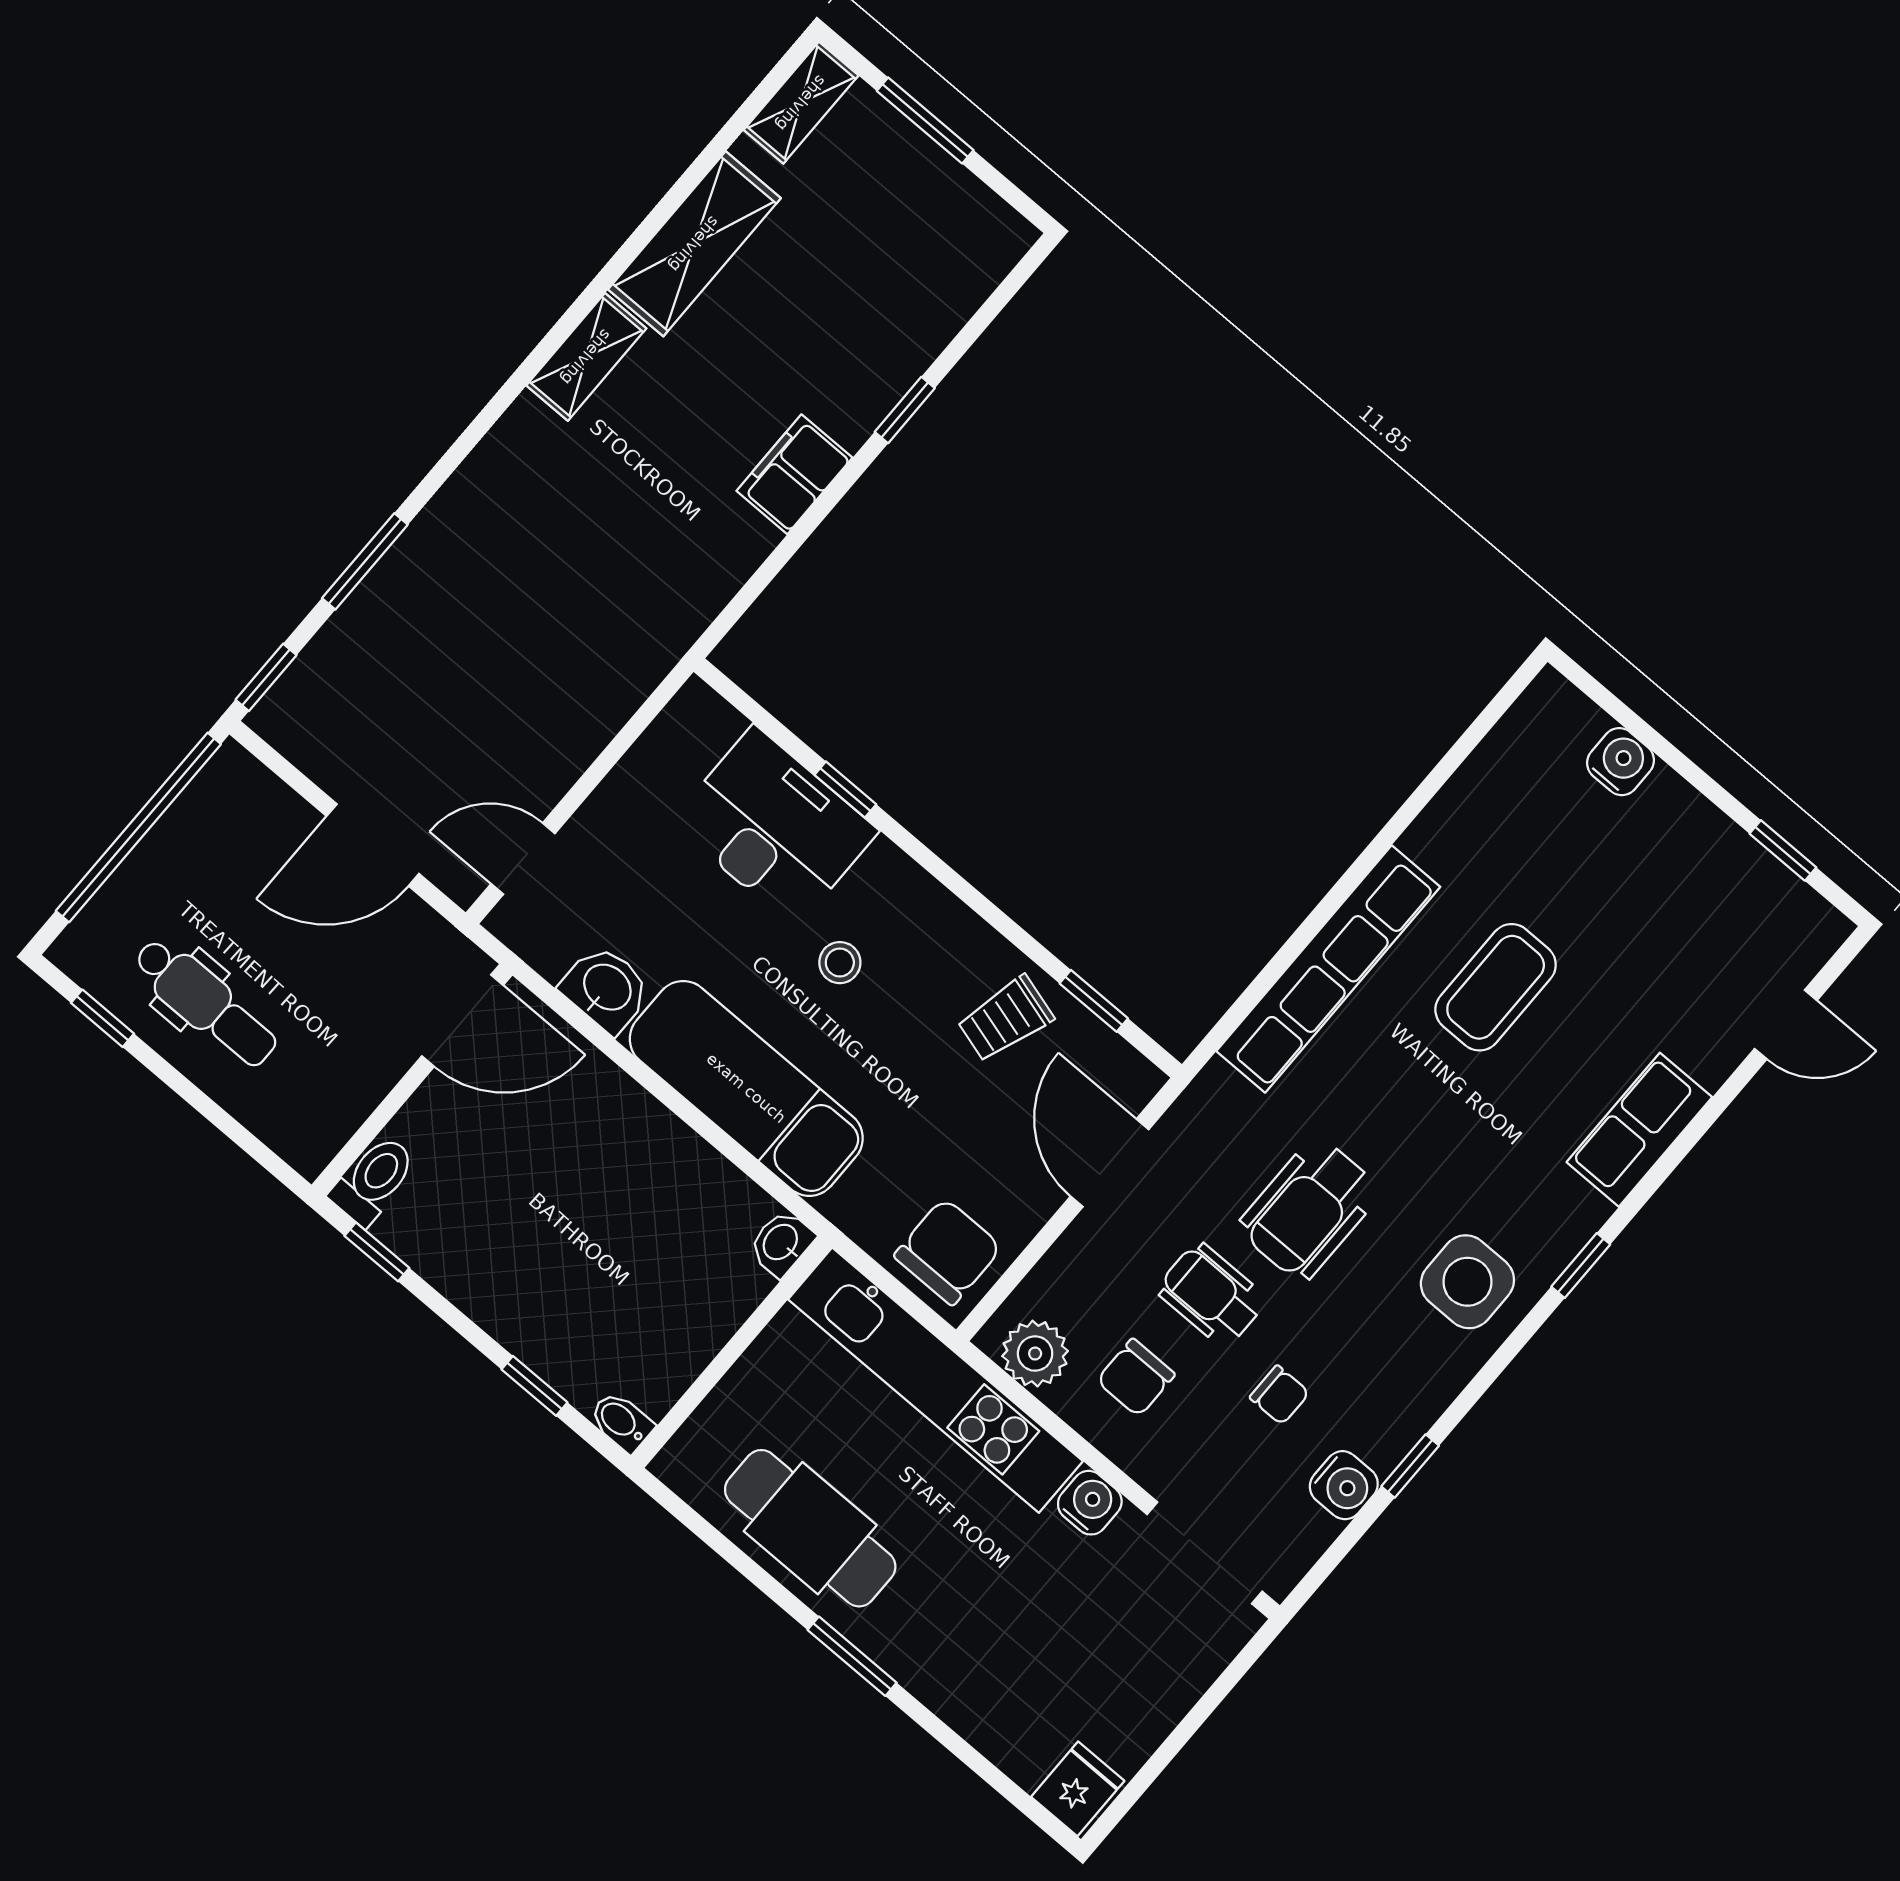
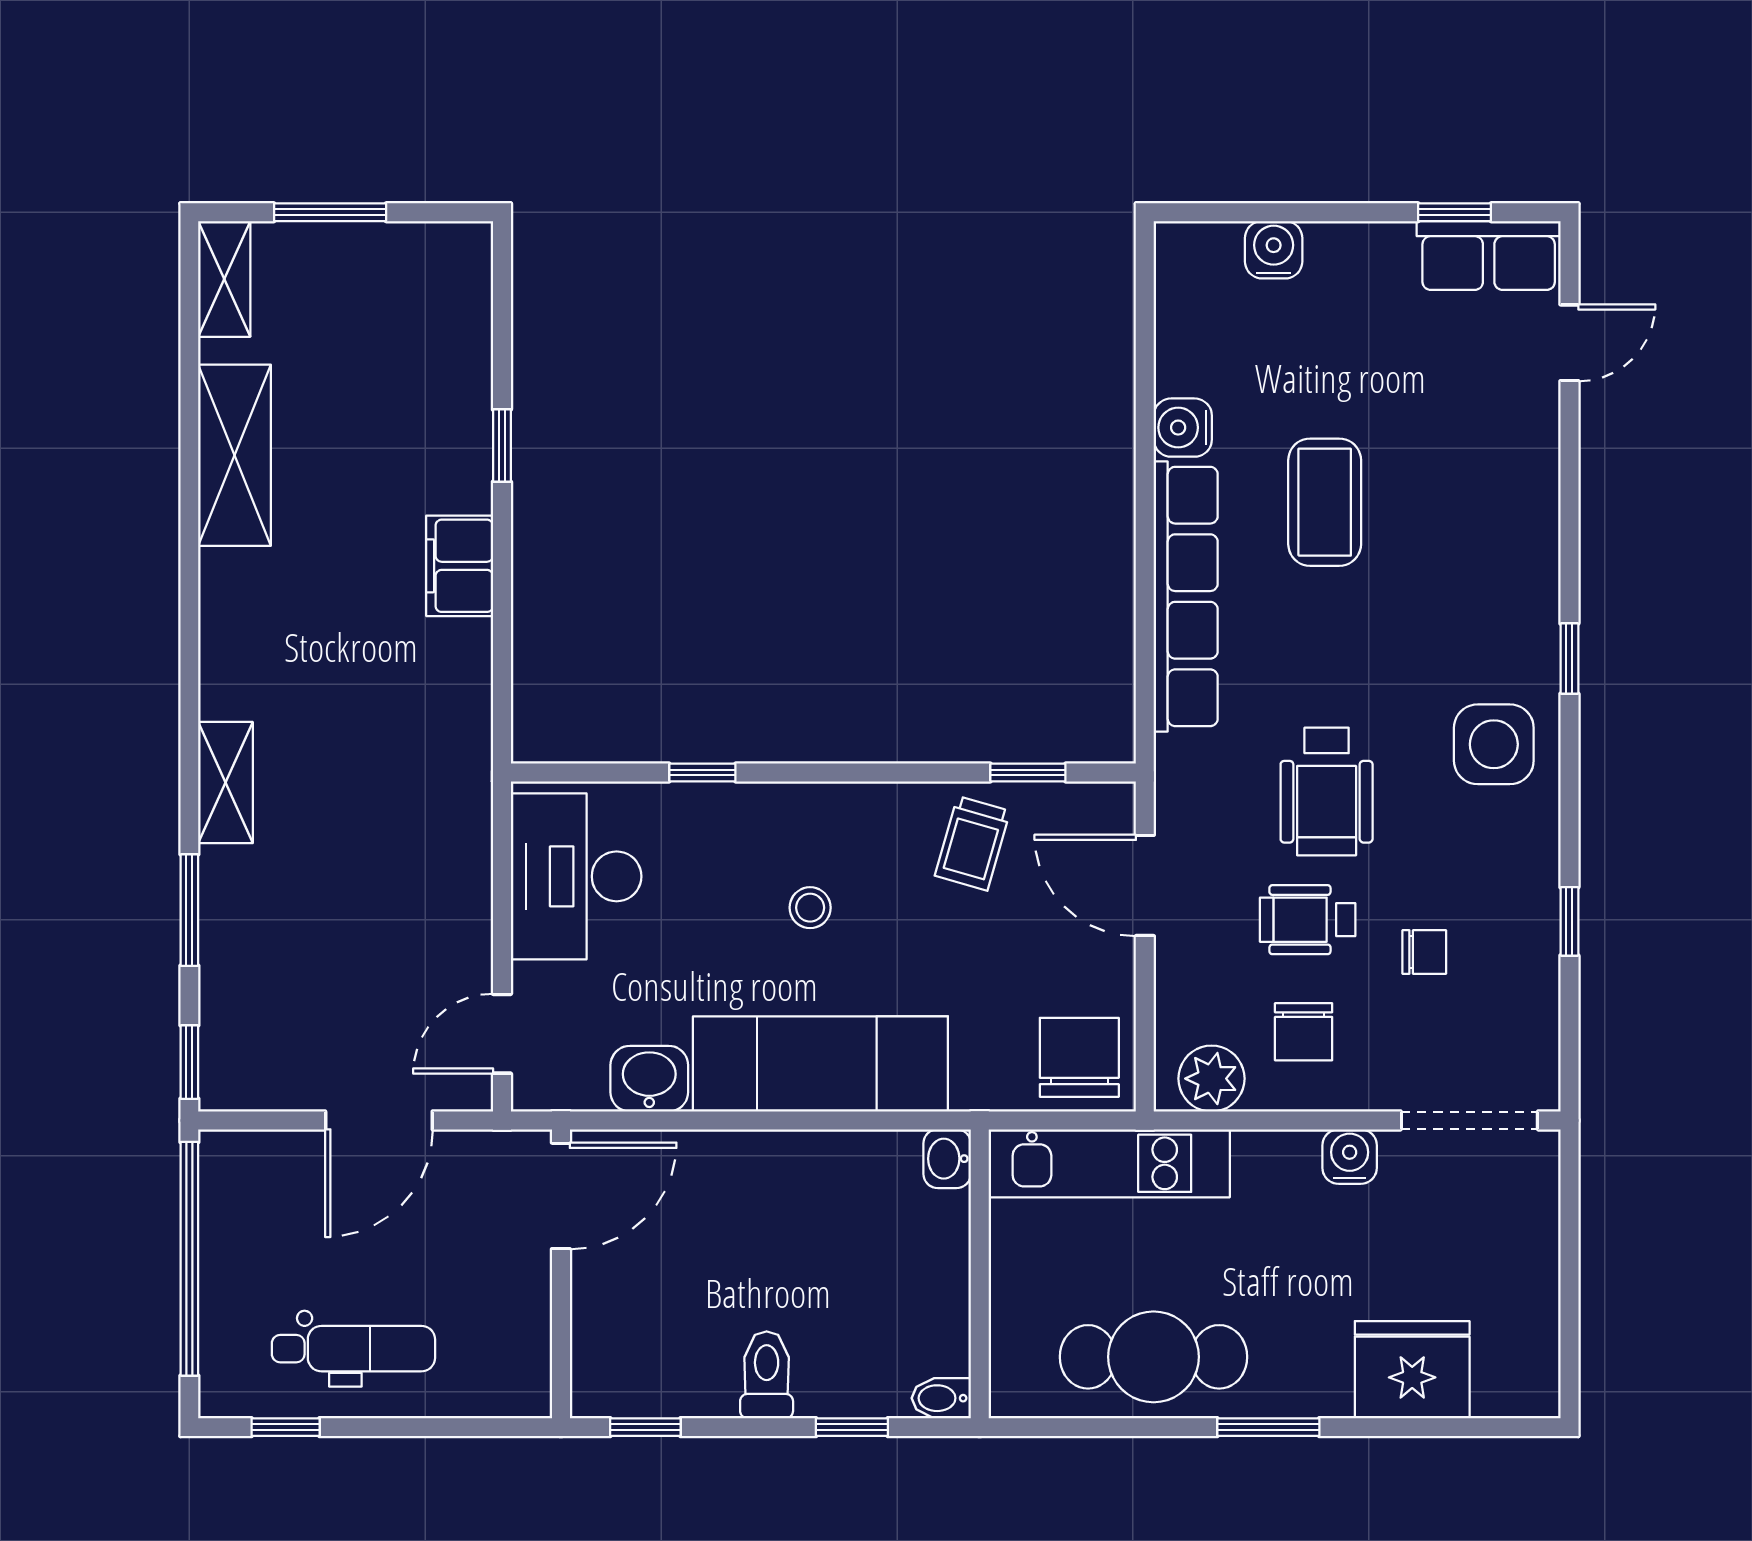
shelving: (586, 357) -> (226, 783), moved
desk: (774, 827) -> (576, 876), moved, turned -90
row of seats: (1639, 1130) -> (1489, 255), moved, turned -90
toilet: (373, 1180) -> (767, 1375), moved
kitchen unit: (935, 1380) -> (1109, 1163), width x0.73
water cooler: (1344, 1485) -> (1183, 428), moved, turned 180
fridge: (1078, 1789) -> (1412, 1370), moved, width x1.88, depth x1.34

